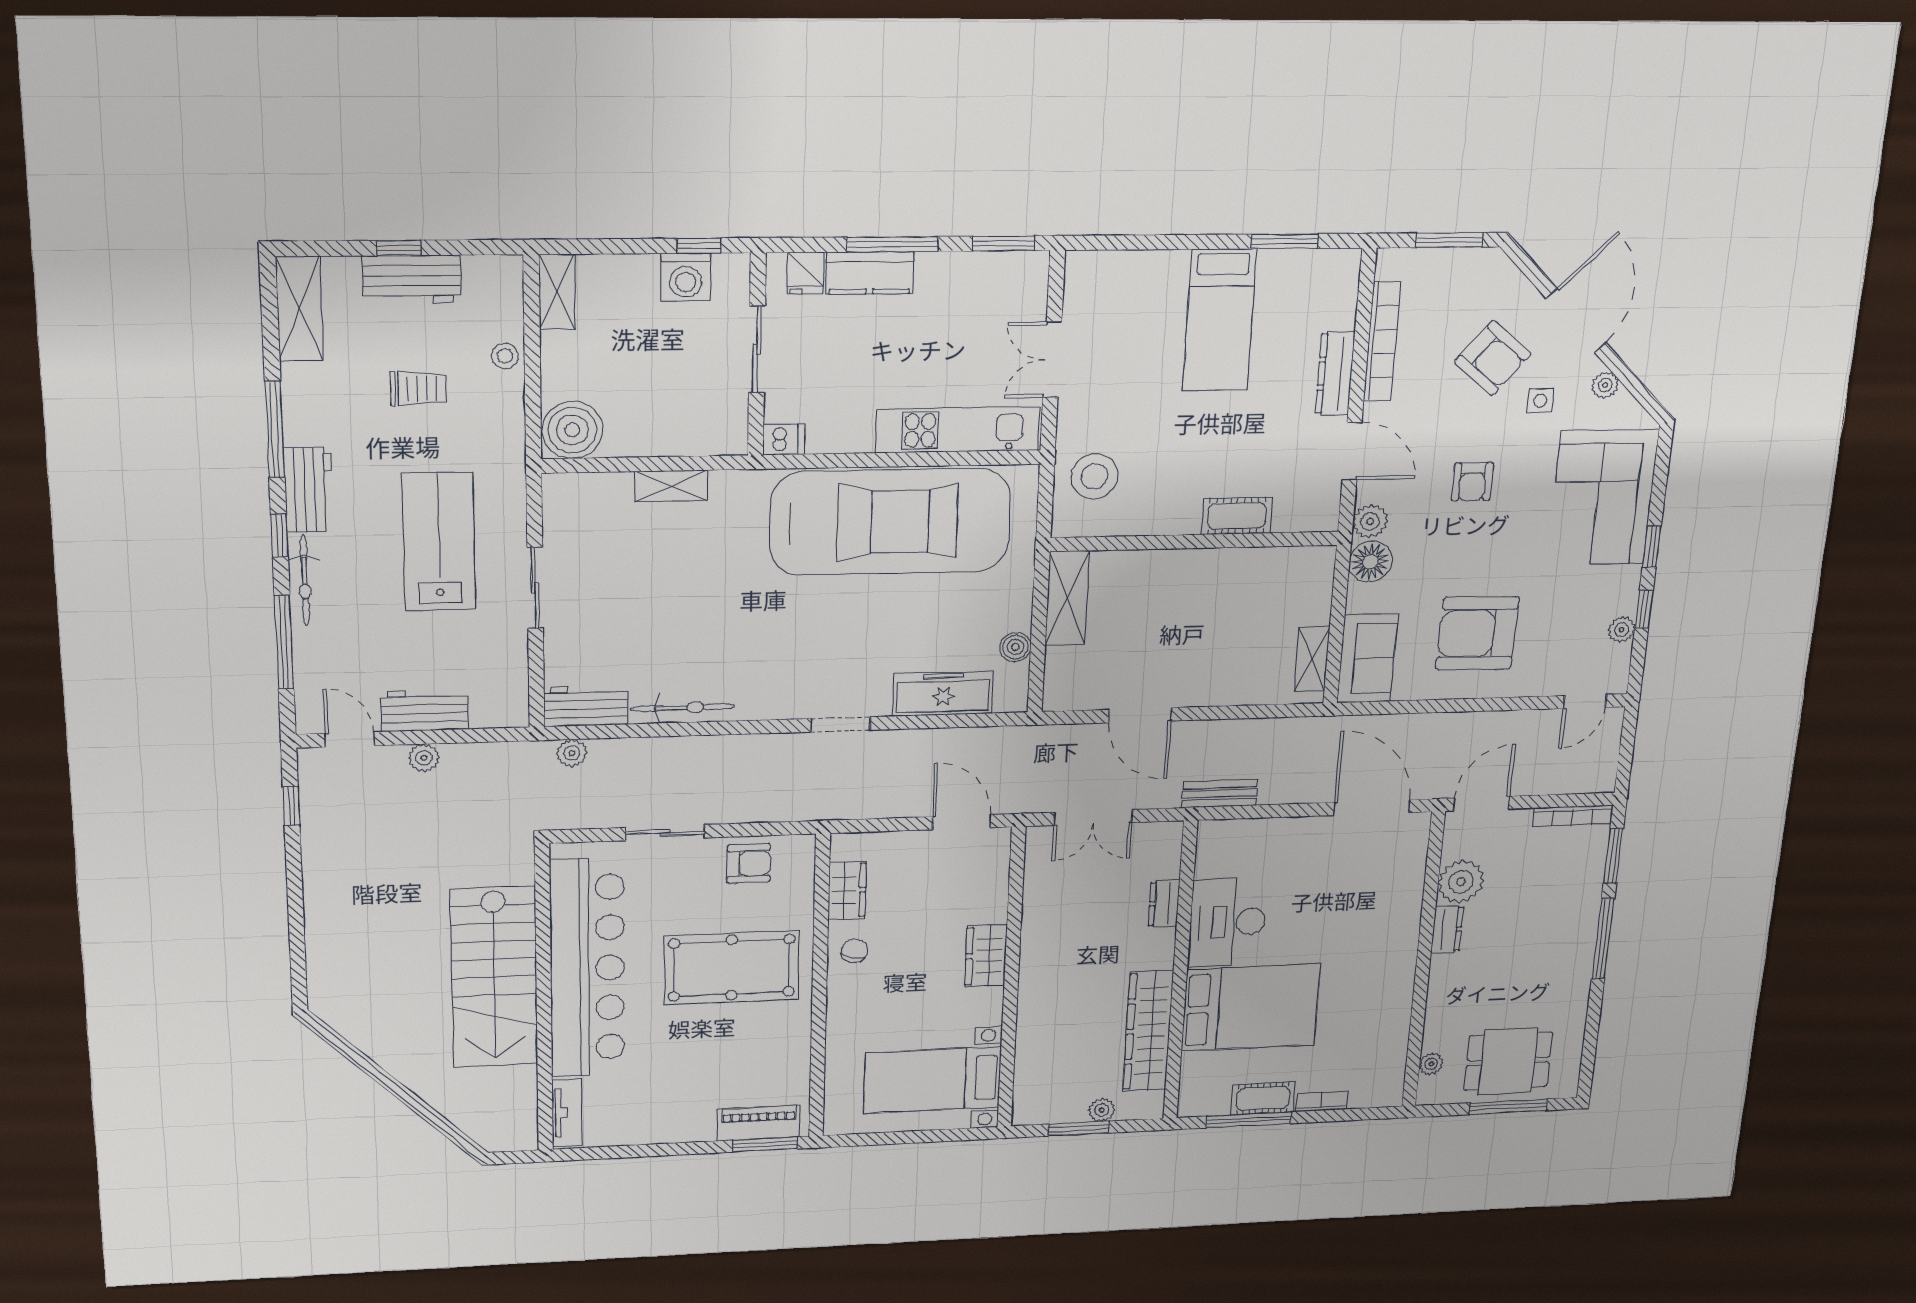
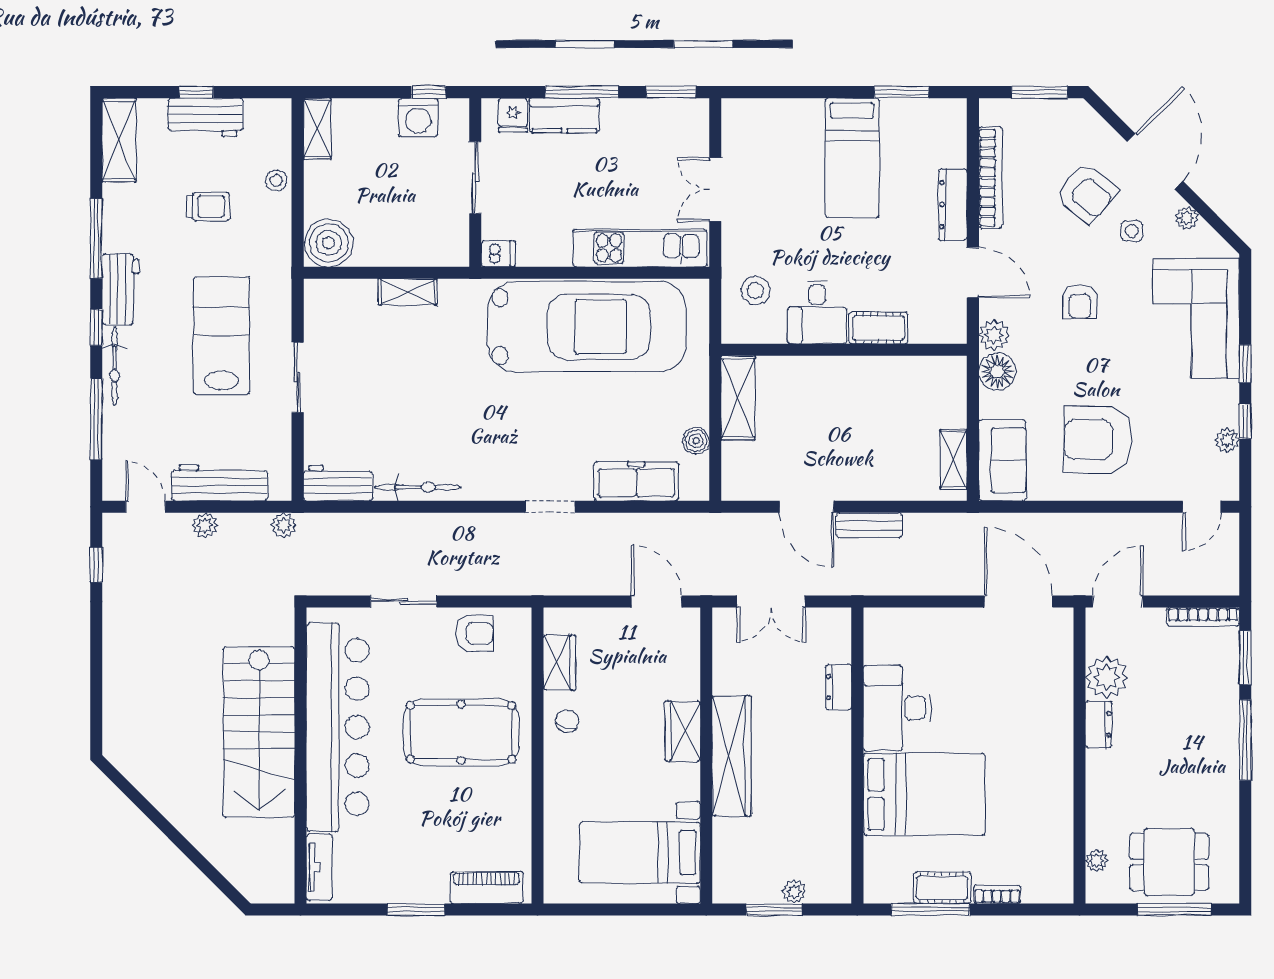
stool: (1094, 476) -> (755, 291), width x0.73, depth x0.73
desk: (1166, 500) -> (817, 312), added
workbench: (425, 710) -> (220, 483), width x1.38
plant: (572, 753) -> (284, 525), moved
bench: (1220, 794) -> (869, 525), moved
wardrobe: (1148, 1031) -> (732, 756), moved, turned 180
window: (765, 1145) -> (416, 910), moved

